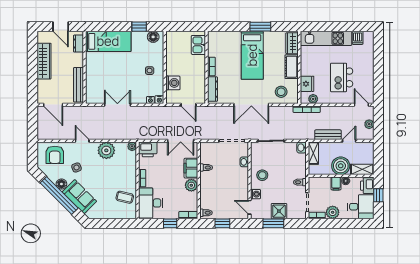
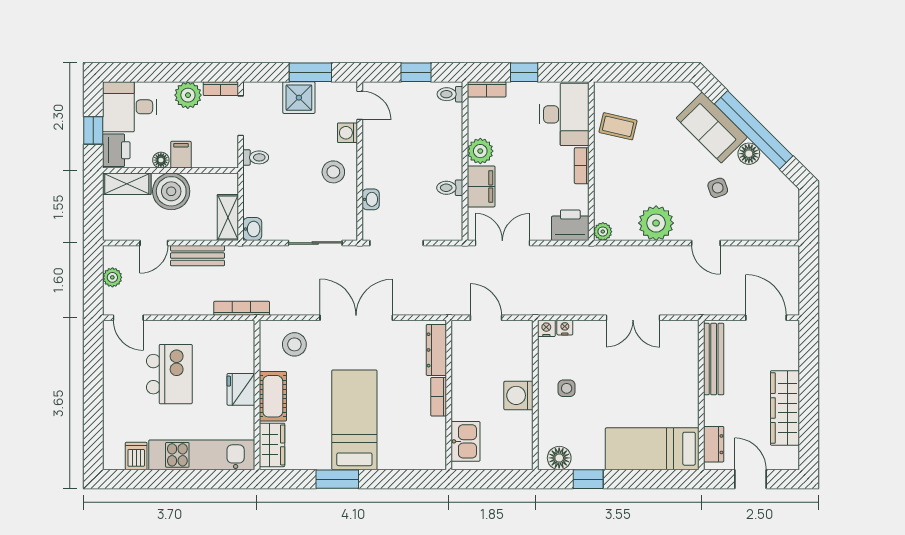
washing machine: (173, 83) -> (518, 395), moved
fridge: (307, 84) -> (241, 389), moved
plant: (313, 99) -> (228, 330), removed
armchair: (55, 155) -> (763, 214), removed

